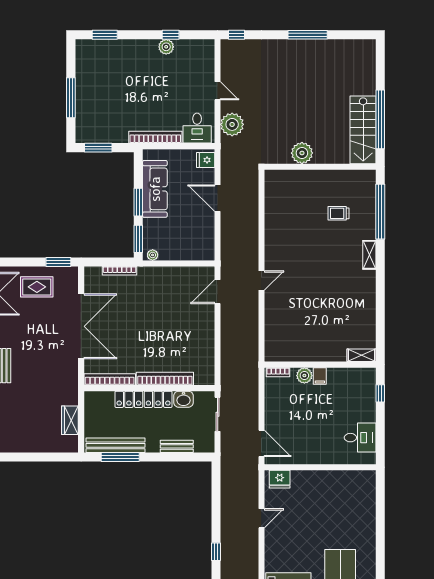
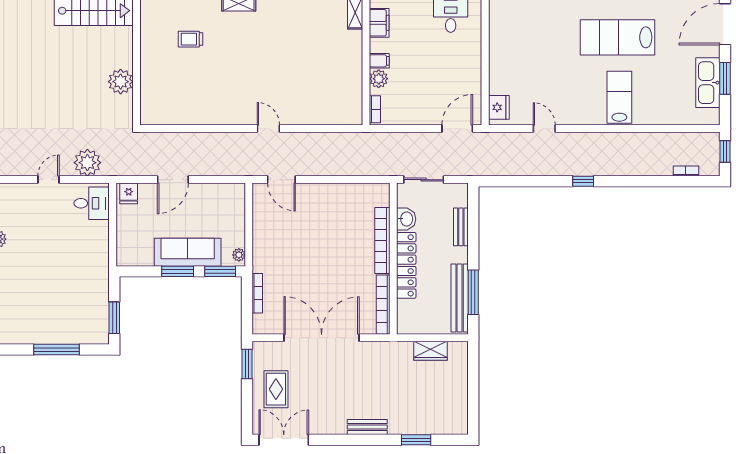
bookcase: (155, 137) -> (102, 252), removed
sofa: (155, 189) -> (188, 252), moved
trolley: (339, 213) -> (191, 39), turned 90
filing cabinet: (353, 376) -> (379, 23), added

